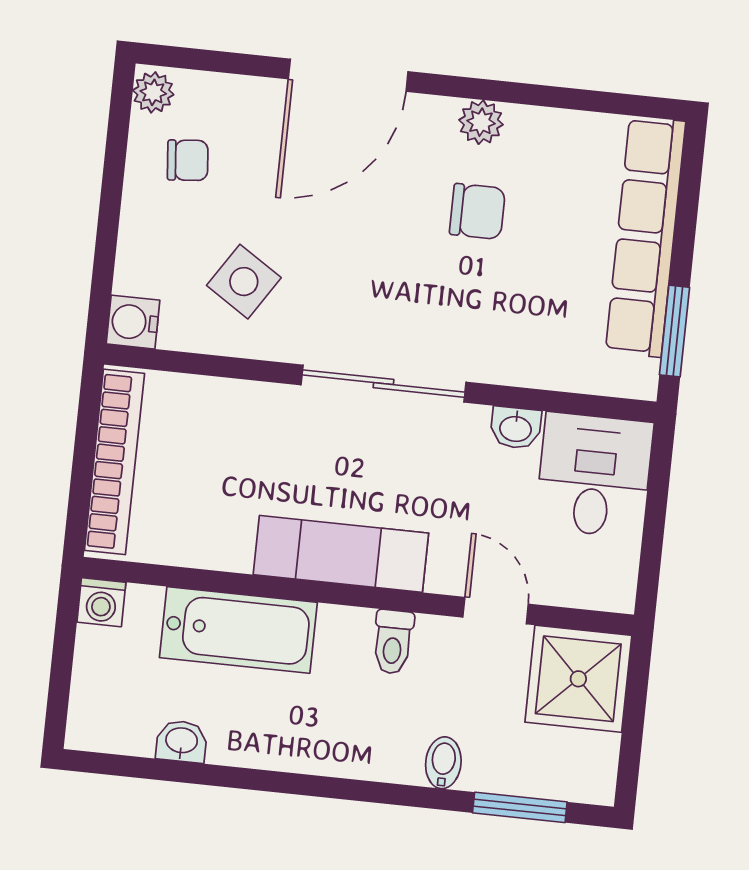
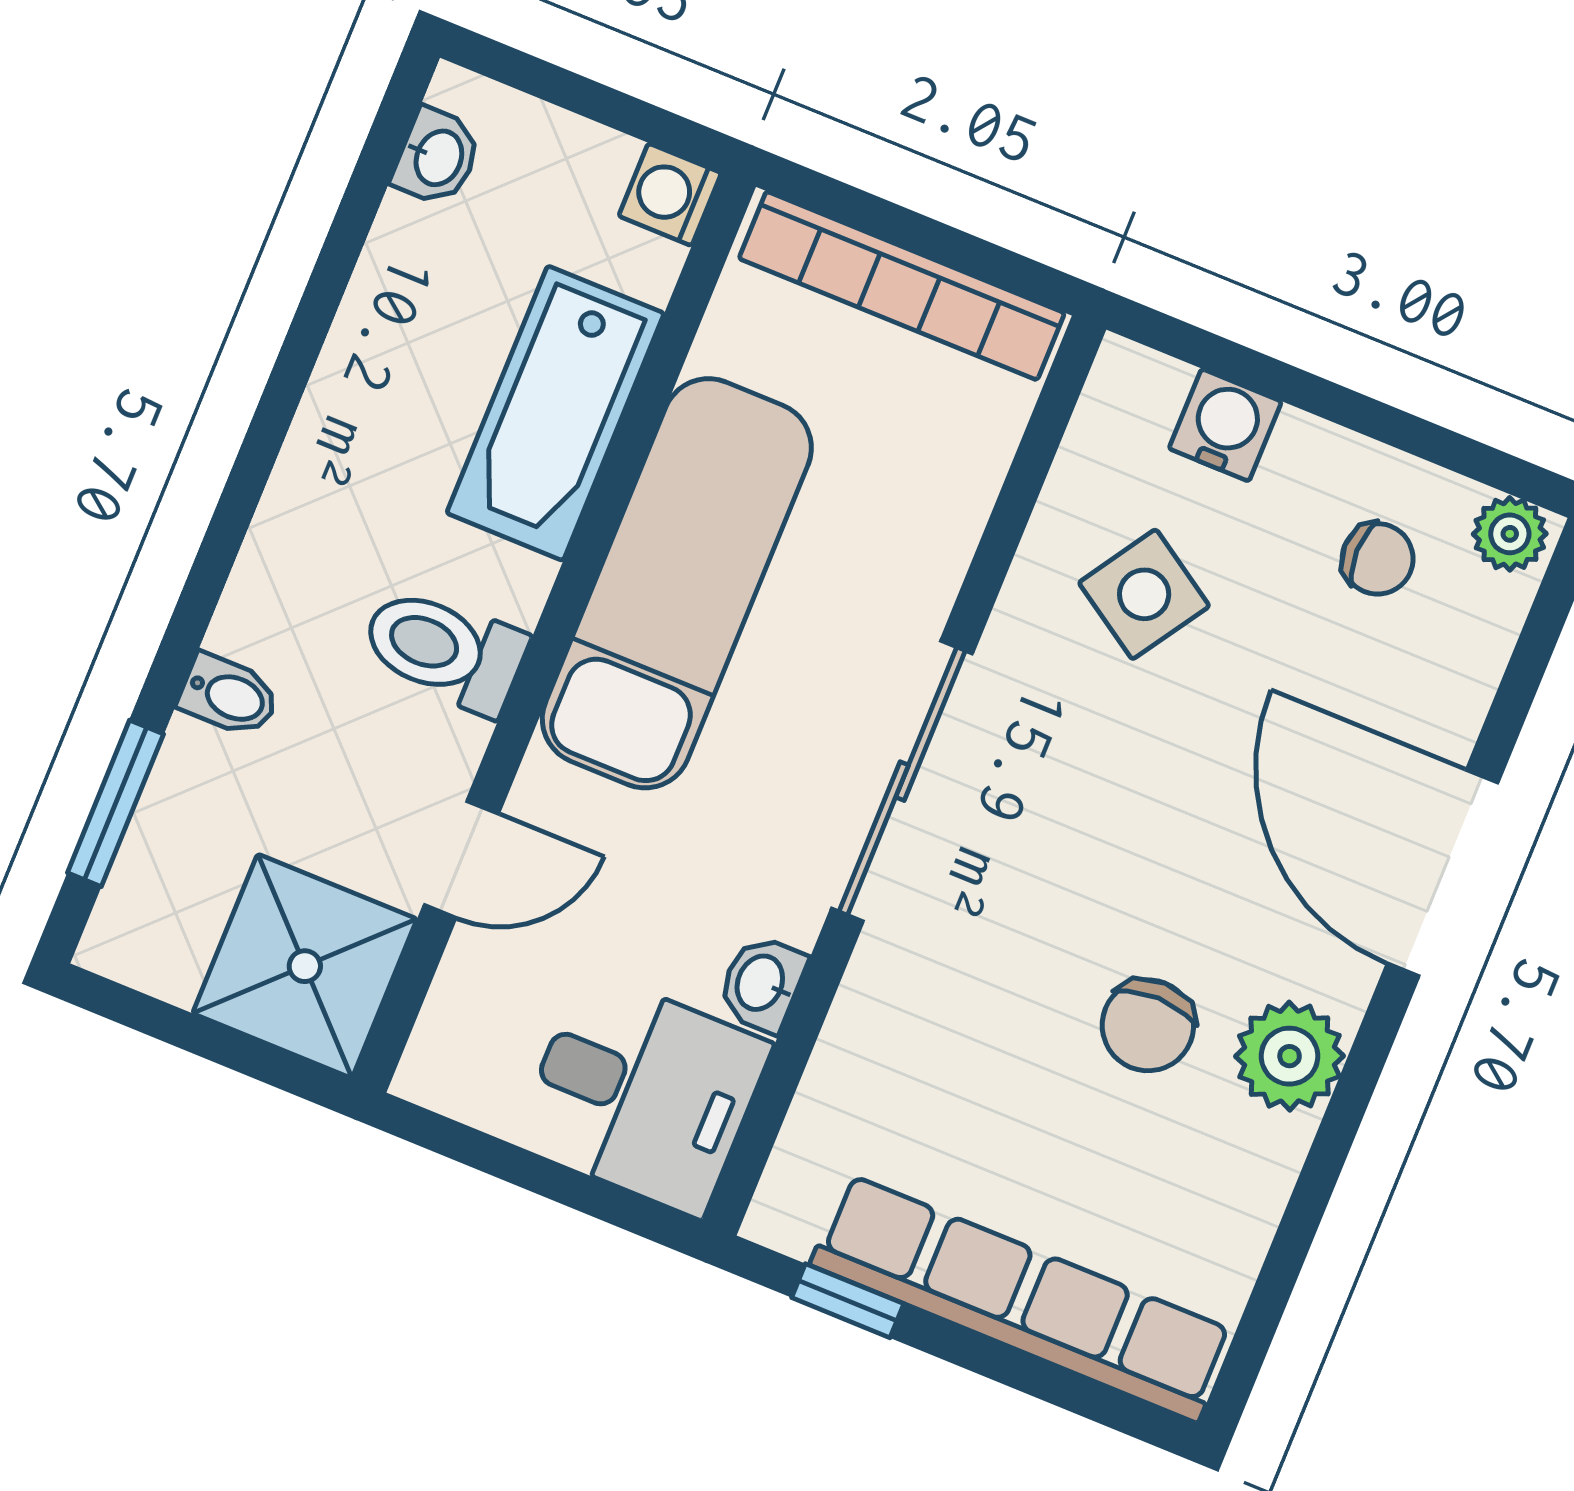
plant: (481, 122) -> (1290, 1056), width x1.38, depth x1.38
chair: (188, 160) -> (1378, 559), turned -85
water cooler: (133, 322) -> (1225, 425), moved
window: (674, 331) -> (848, 1301), width x0.67
exam couch: (341, 554) -> (677, 583), width x1.36, depth x1.45
toilet: (393, 642) -> (444, 650), width x1.37, depth x1.39
washbasin: (181, 741) -> (437, 157), moved

